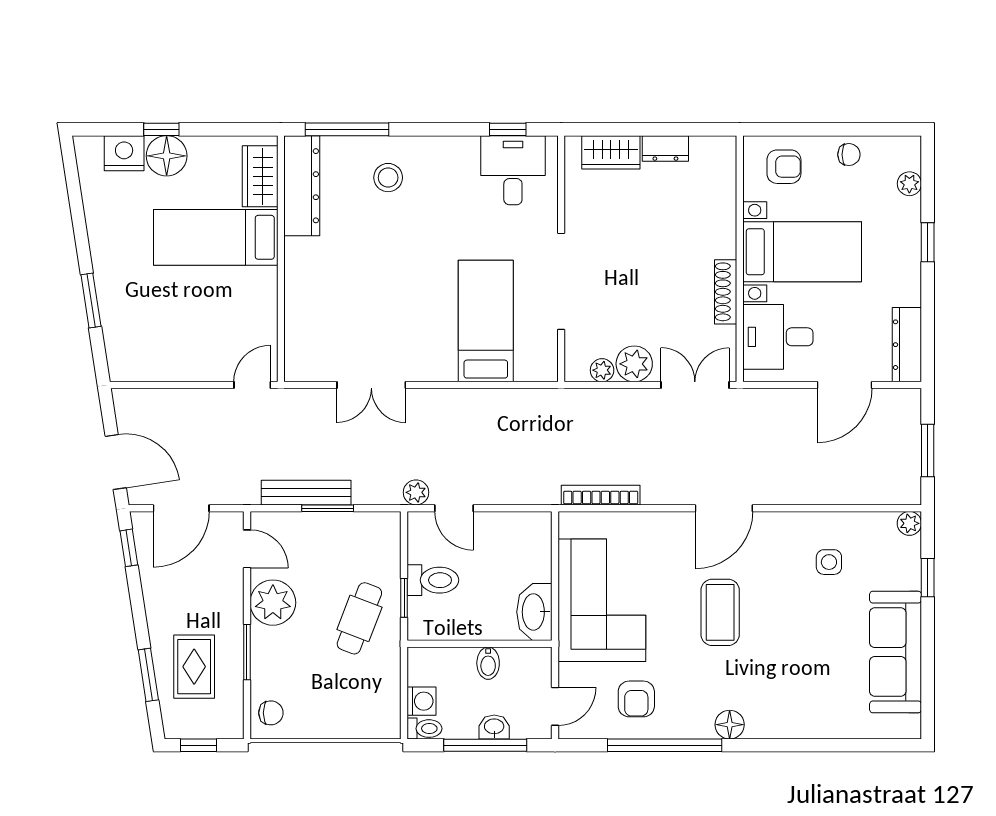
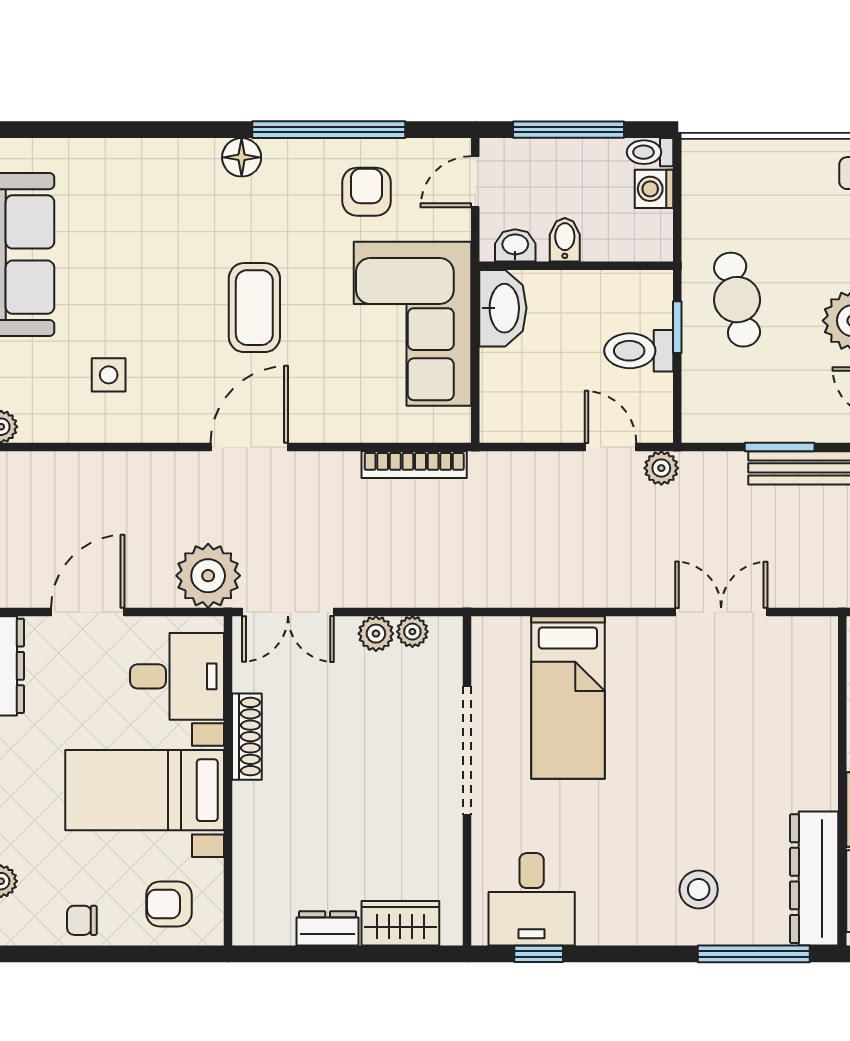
plant: (634, 364) -> (376, 634), width x0.73, depth x0.73
plant: (755, 412) -> (208, 576), added
cafe table: (359, 618) -> (737, 300), turned -33
washbasin: (494, 727) -> (515, 245), moved, turned 180

